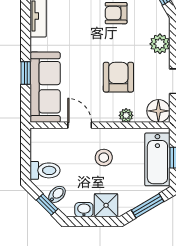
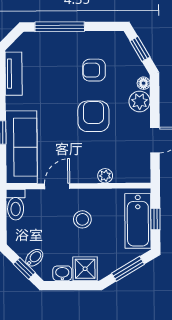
armchair: (118, 77) -> (93, 116), moved
floor lamp: (158, 111) -> (144, 83), moved, width x0.53, depth x0.53
door: (80, 125) -> (57, 186), hinge flipped
toilet: (45, 170) -> (16, 205), moved, turned 90

